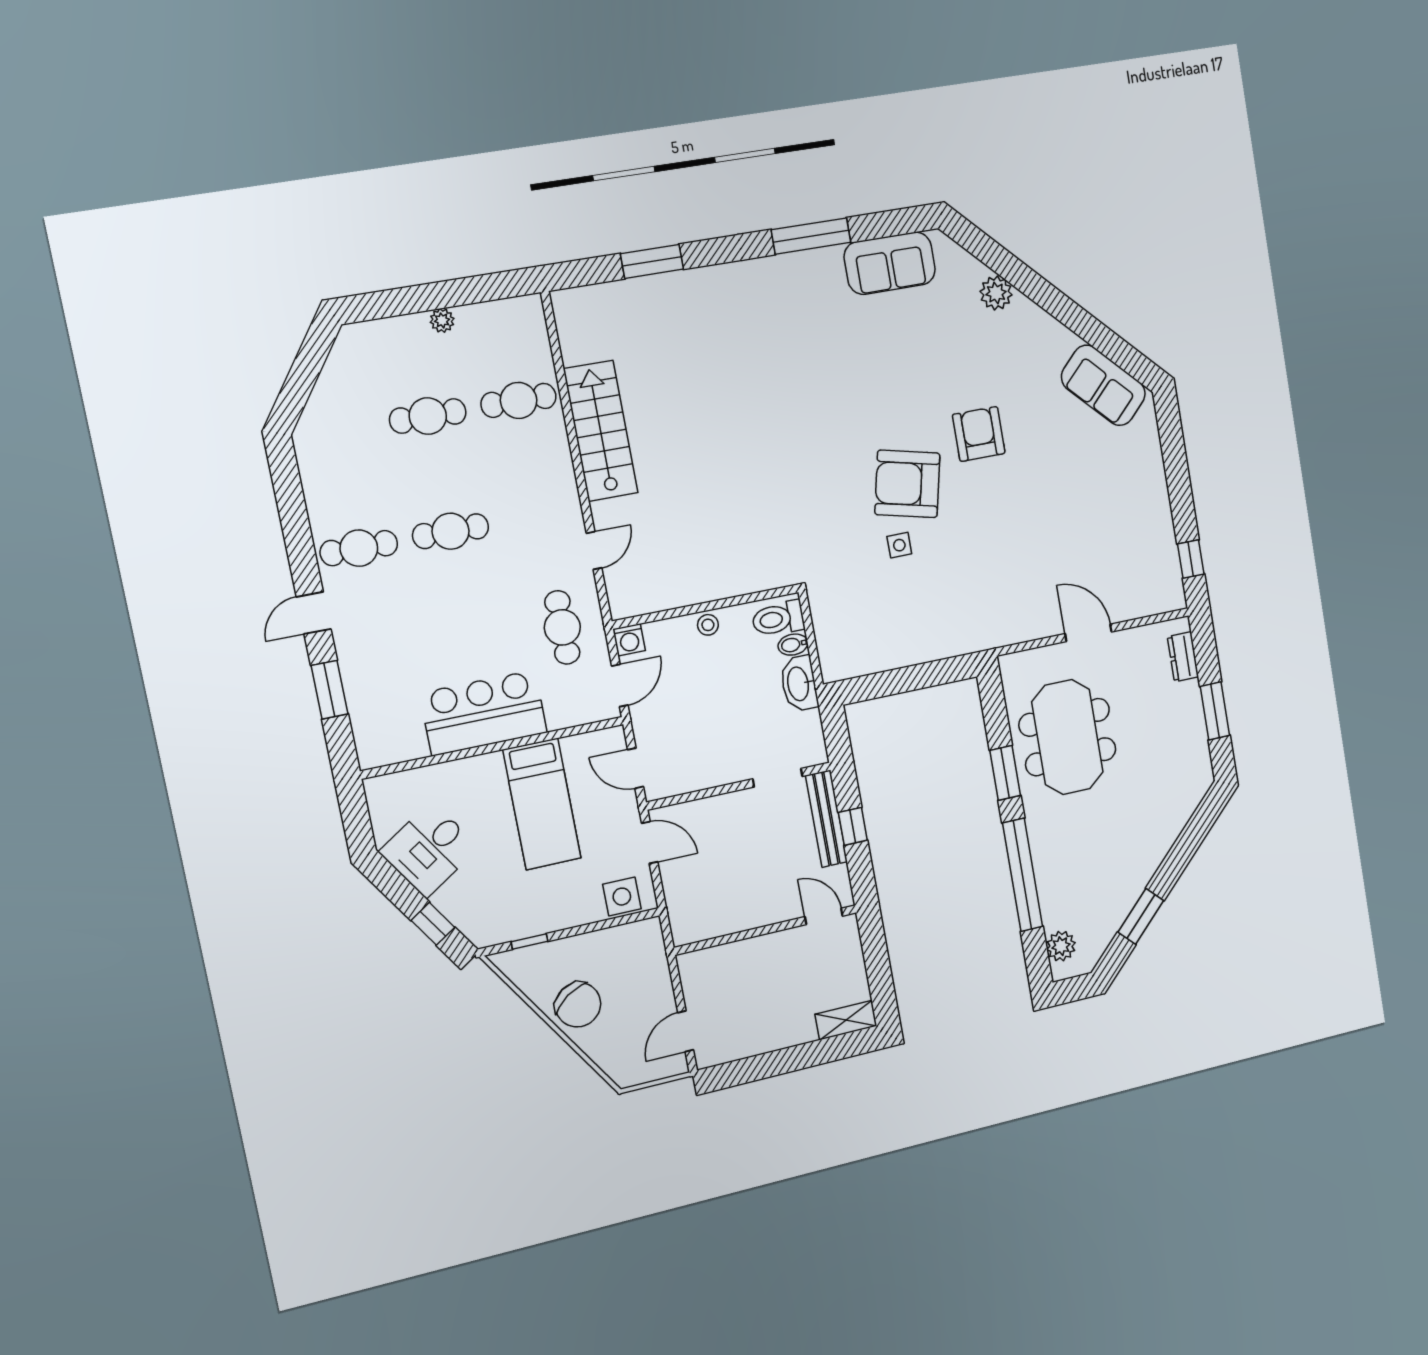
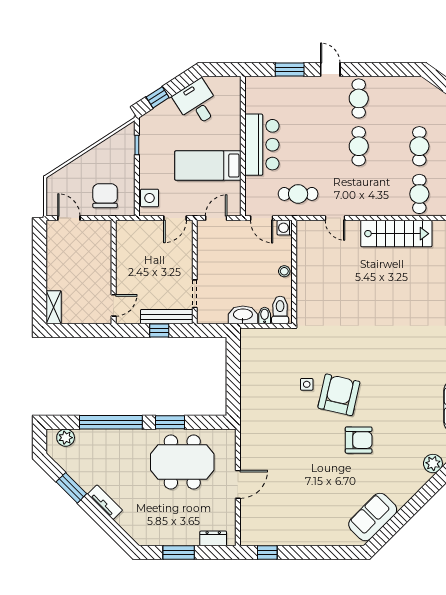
tv unit: (1155, 854) -> (105, 502), added
chair: (578, 1005) -> (105, 196), moved, turned 124

